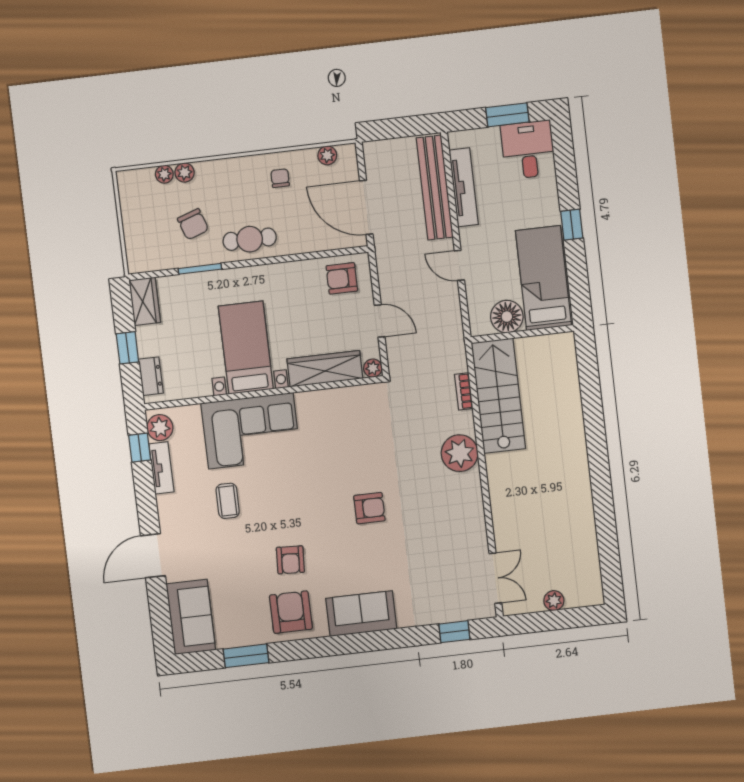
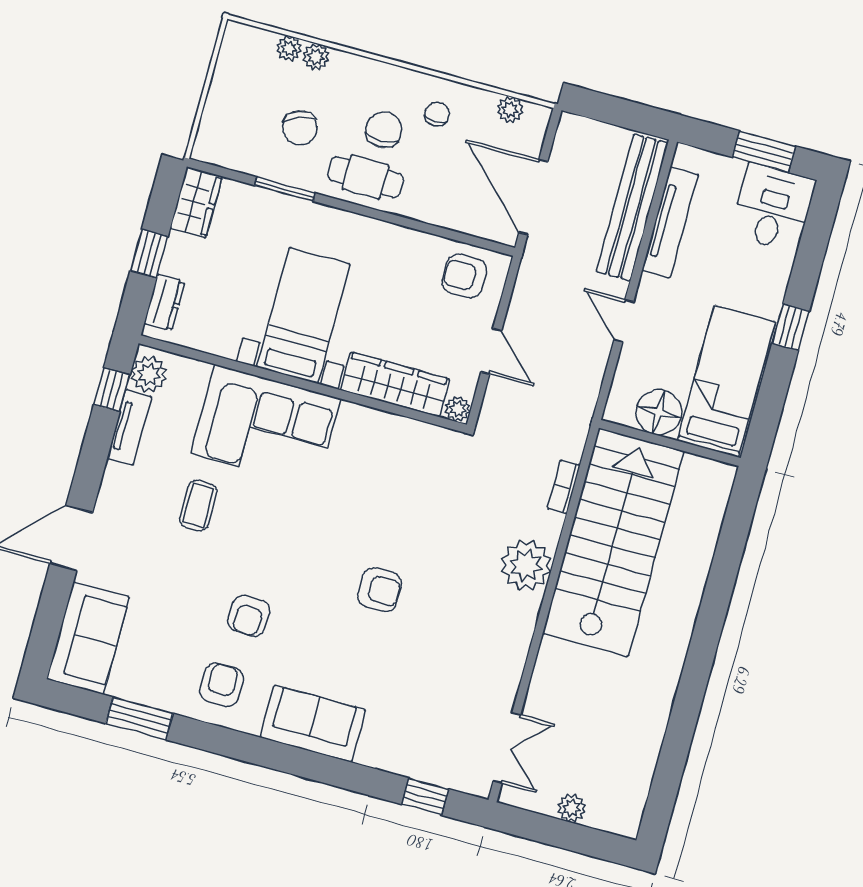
chair: (249, 203) -> (384, 130), added
stairs: (498, 396) -> (613, 542), width x1.36, depth x1.51
armchair: (291, 612) -> (222, 685), width x0.72, depth x0.72

